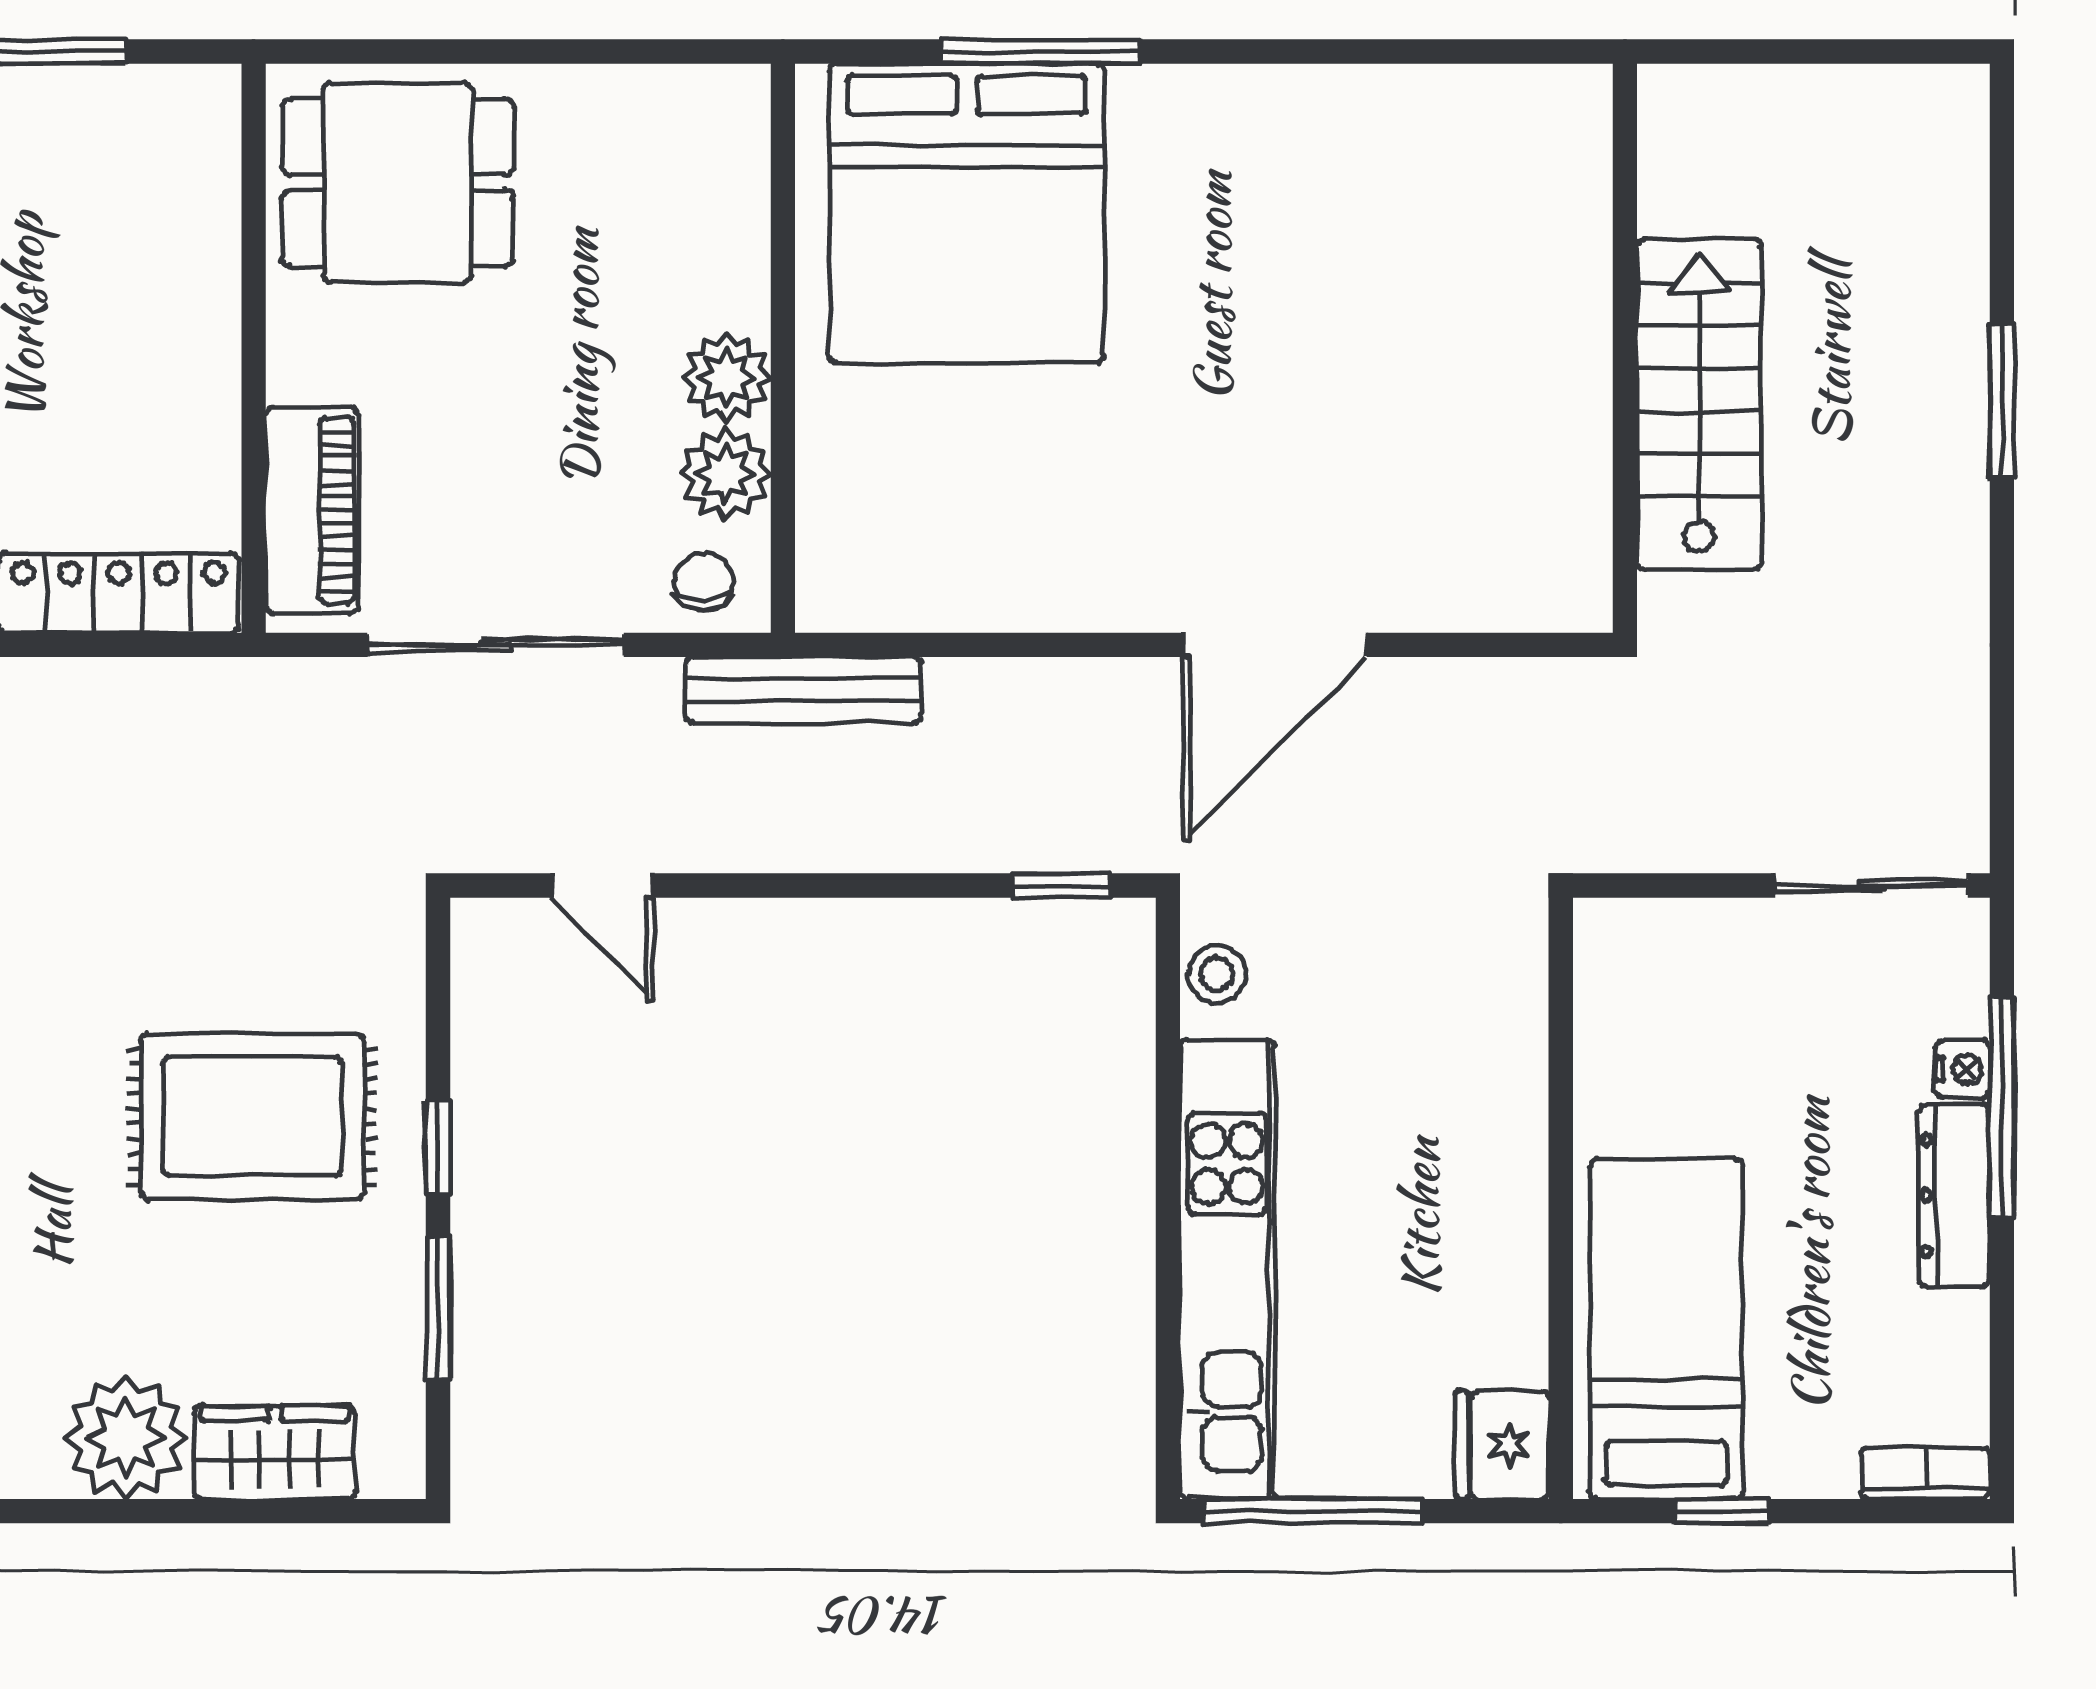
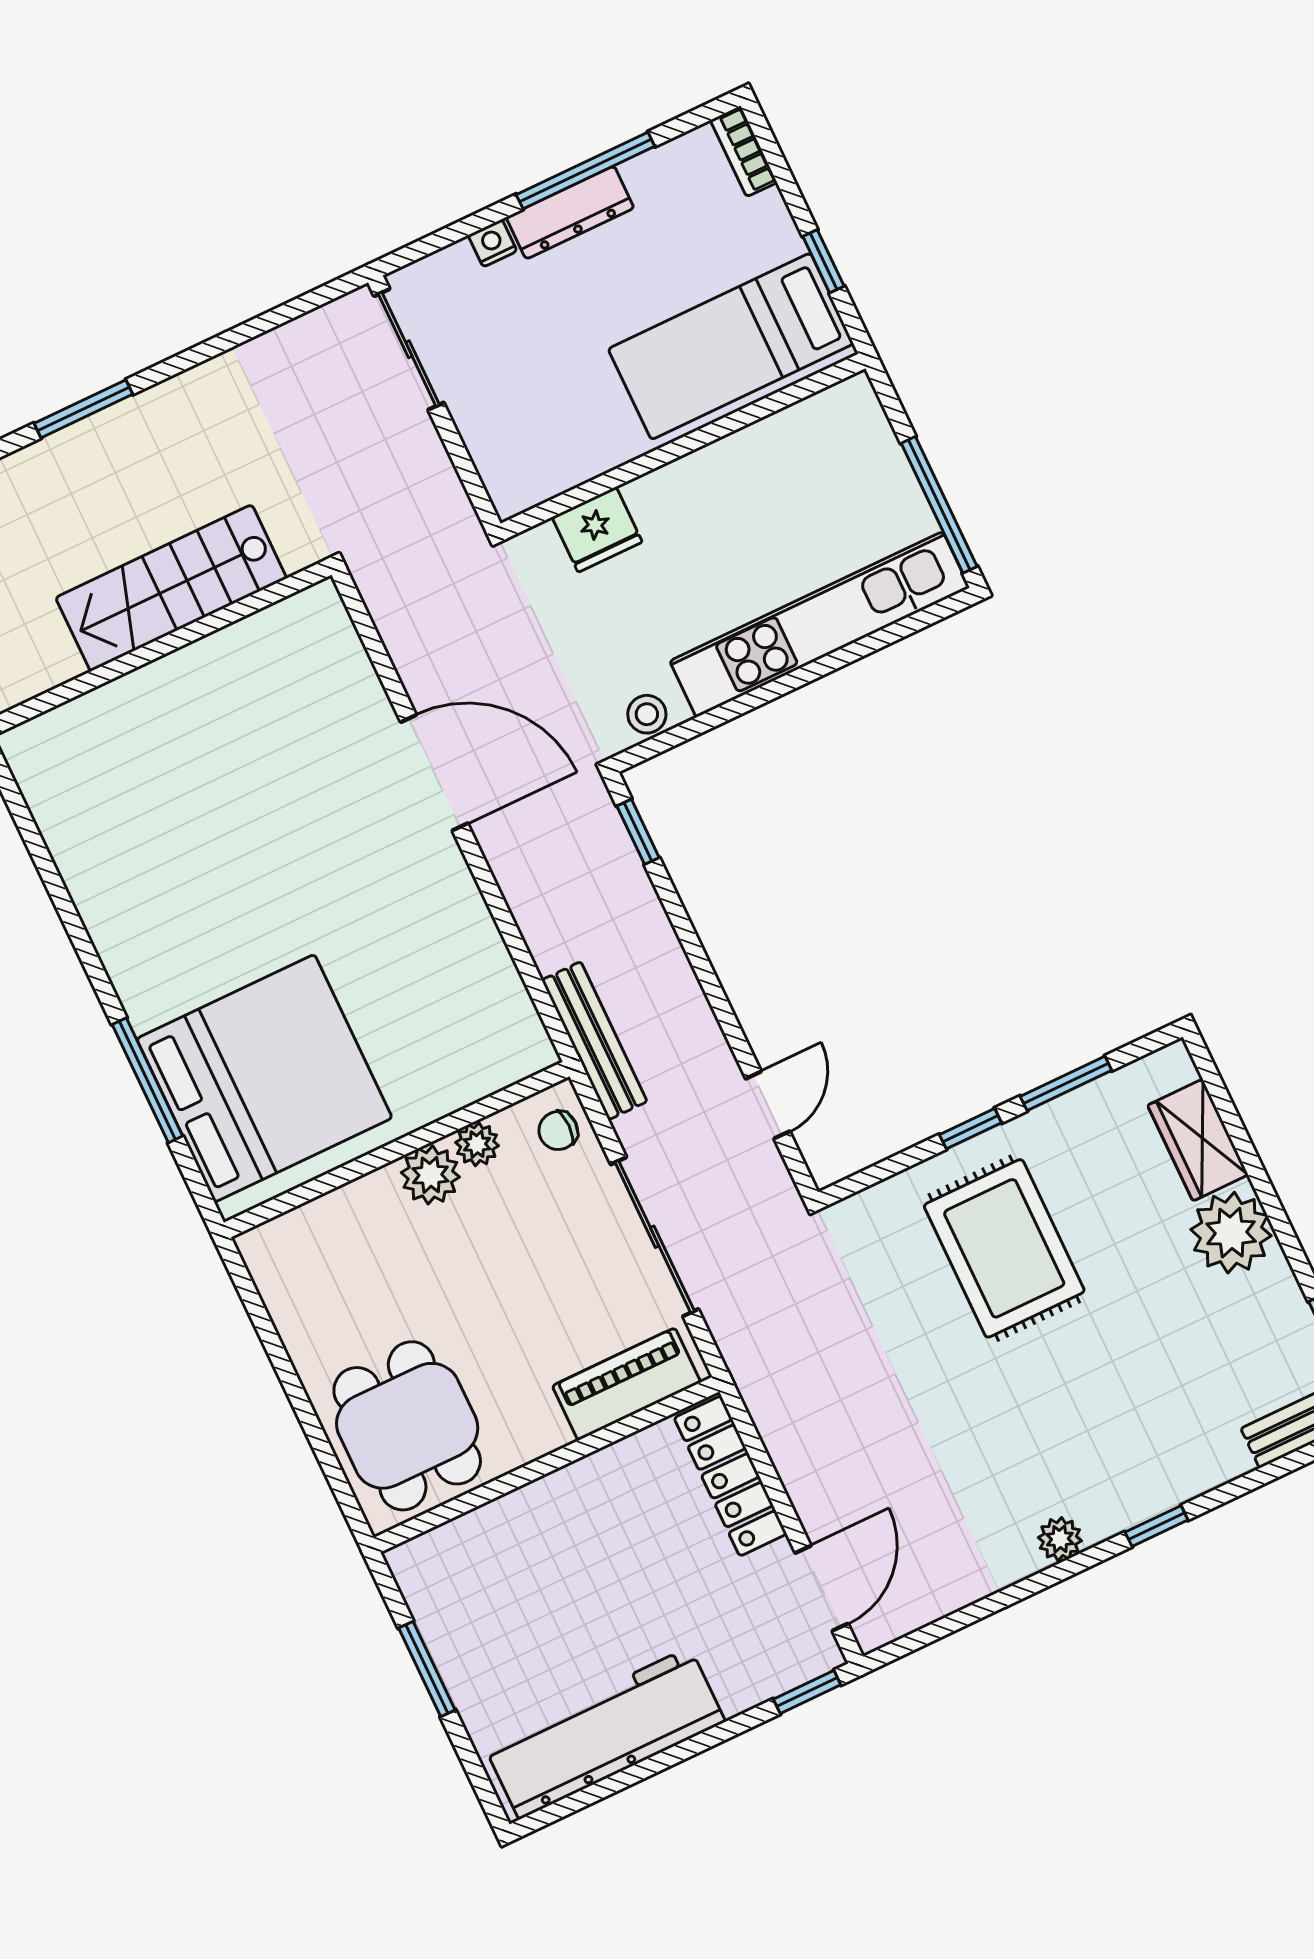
plant: (726, 474) -> (477, 1144), width x0.73, depth x0.73
window: (2002, 1108) -> (585, 170), moved
fridge: (1502, 1445) -> (597, 529), moved

